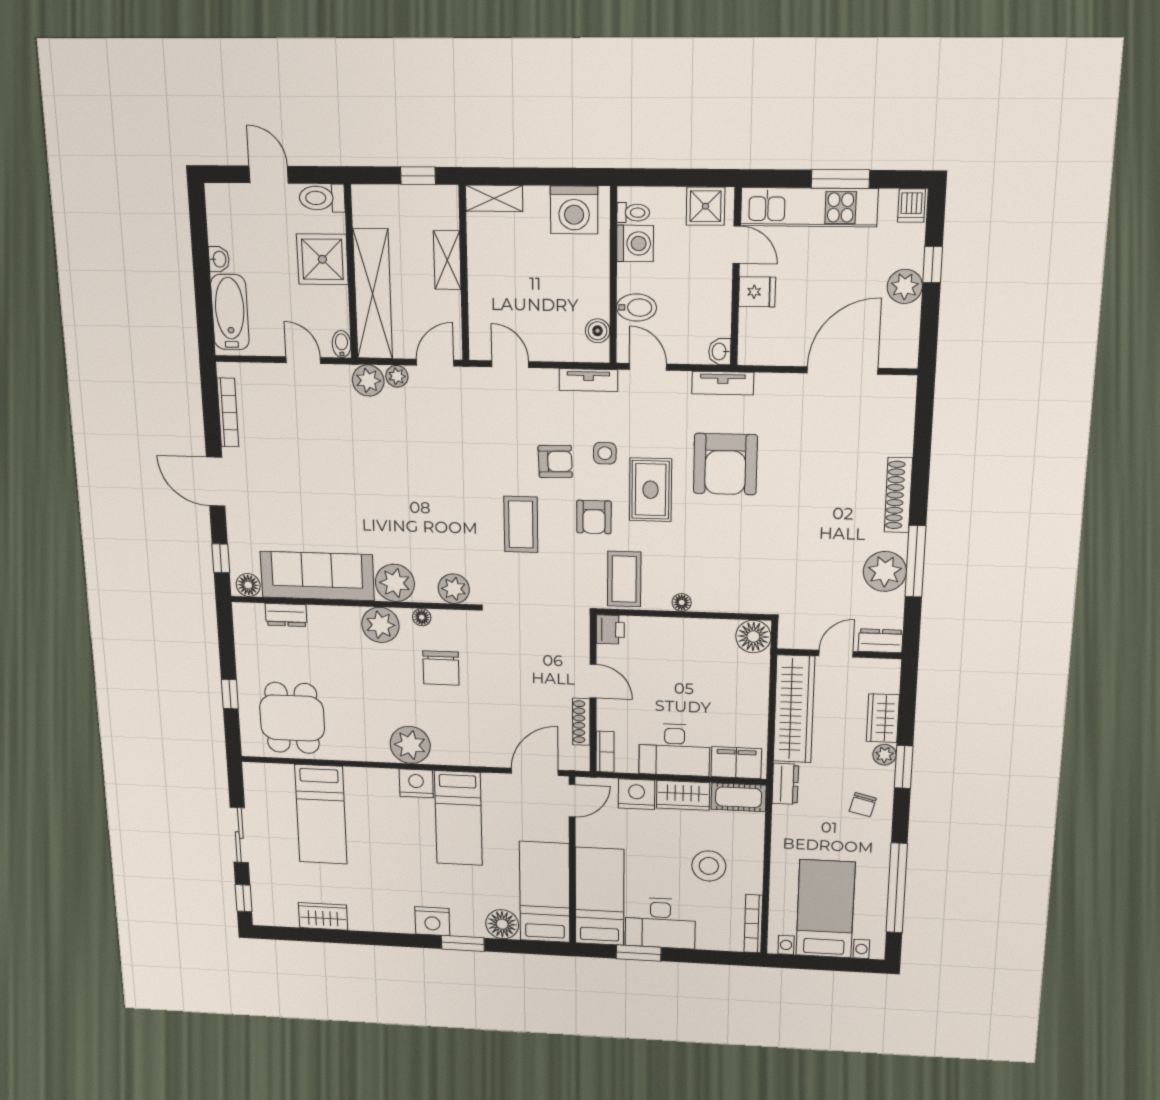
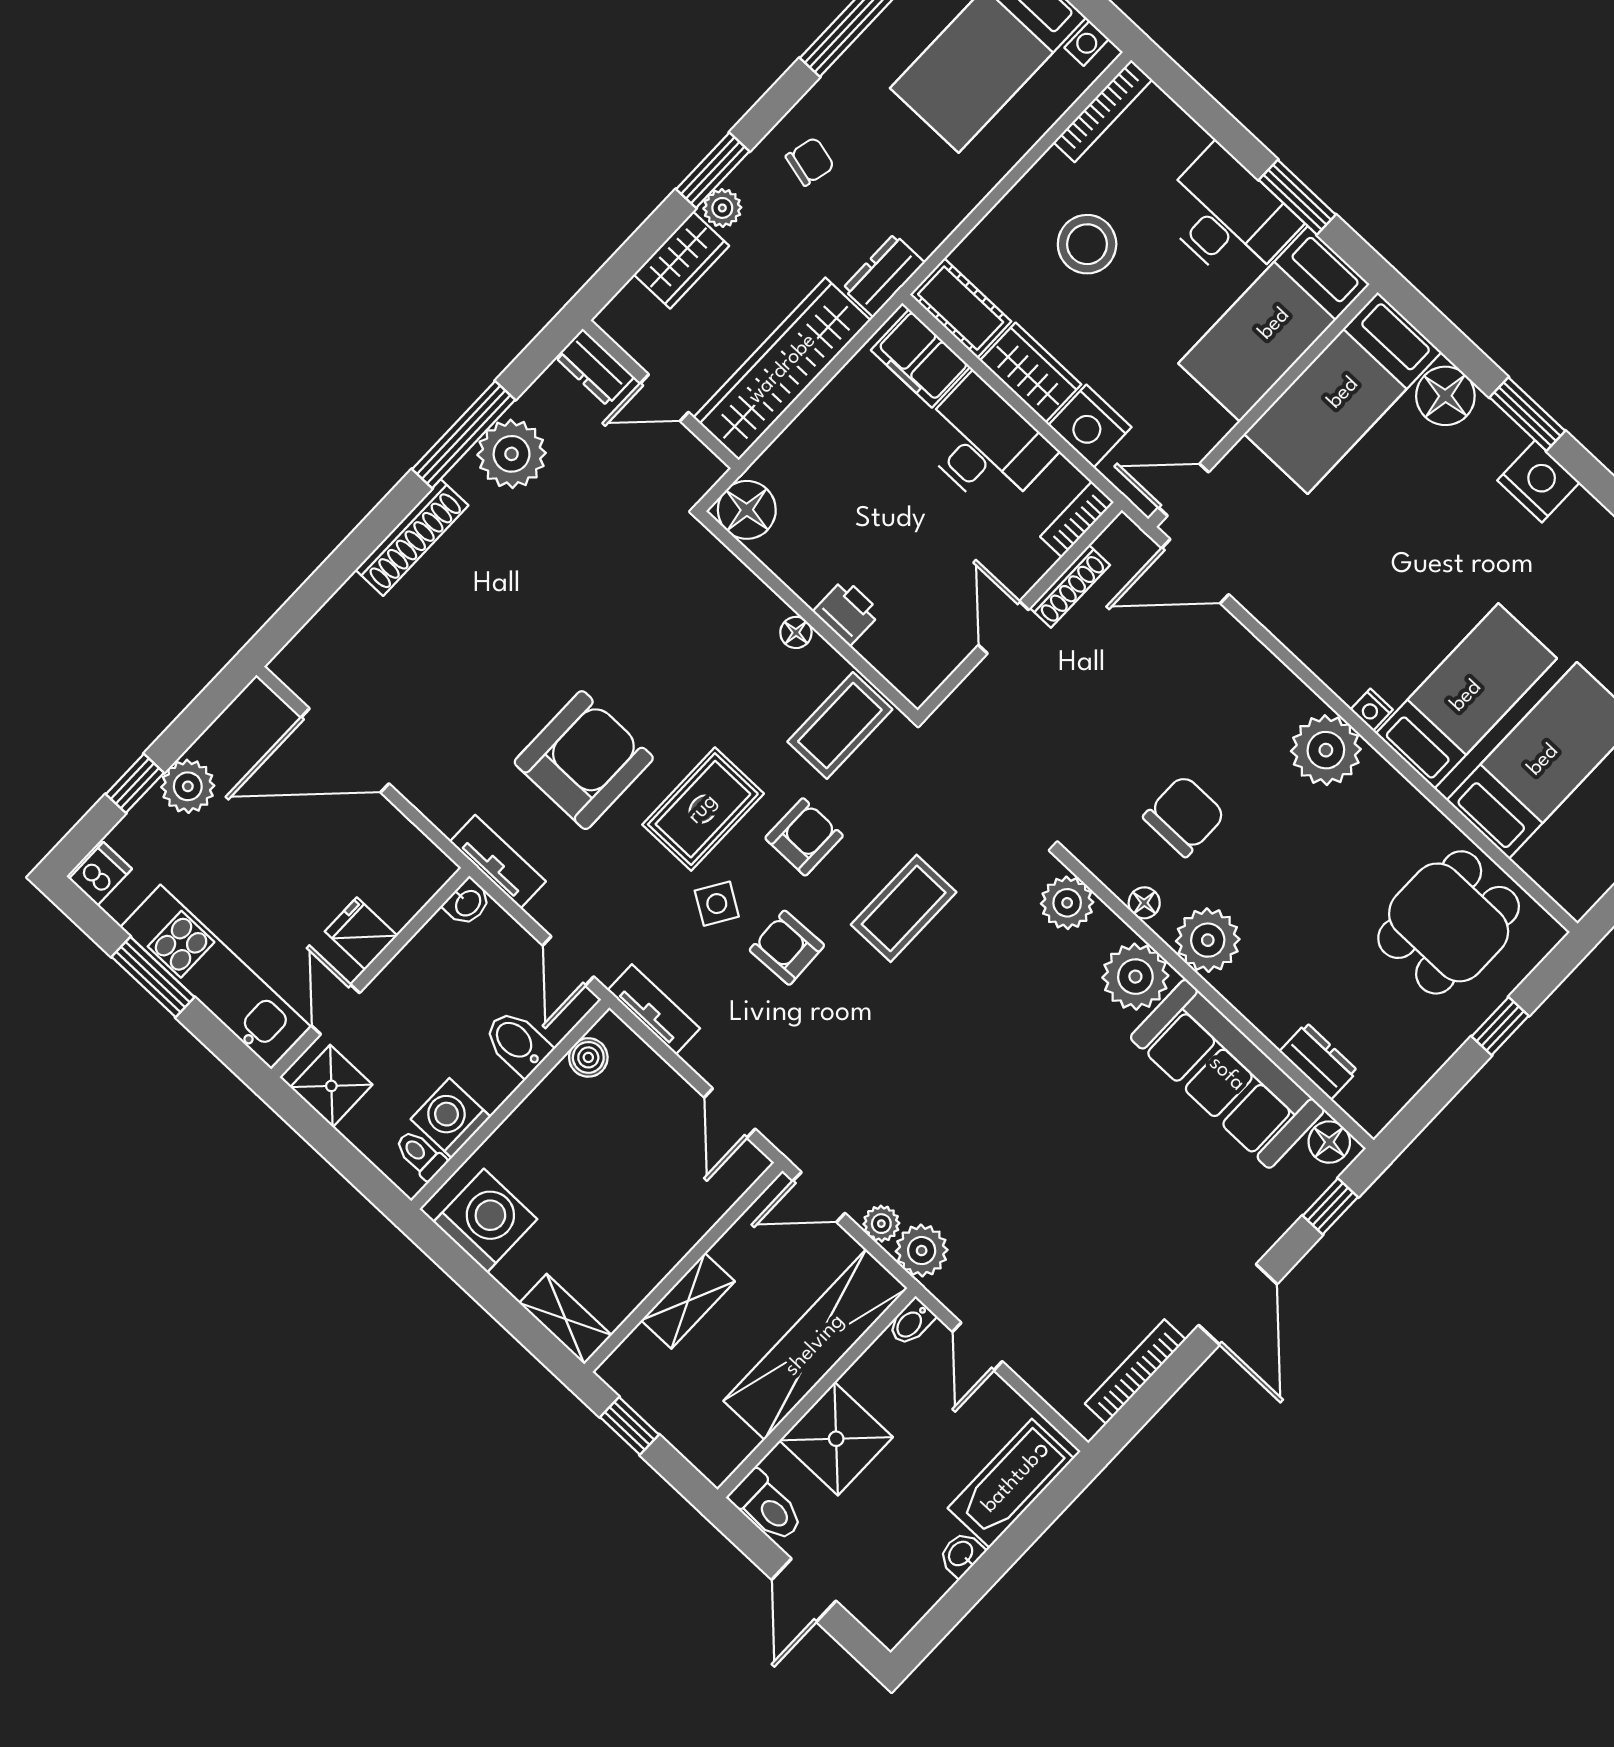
side table: (605, 453) -> (717, 904), turned 32
printer: (610, 630) -> (847, 612), moved, turned 90
nightstand: (416, 783) -> (1372, 710), width x0.53, depth x0.56
bed: (458, 818) -> (1466, 696), moved

